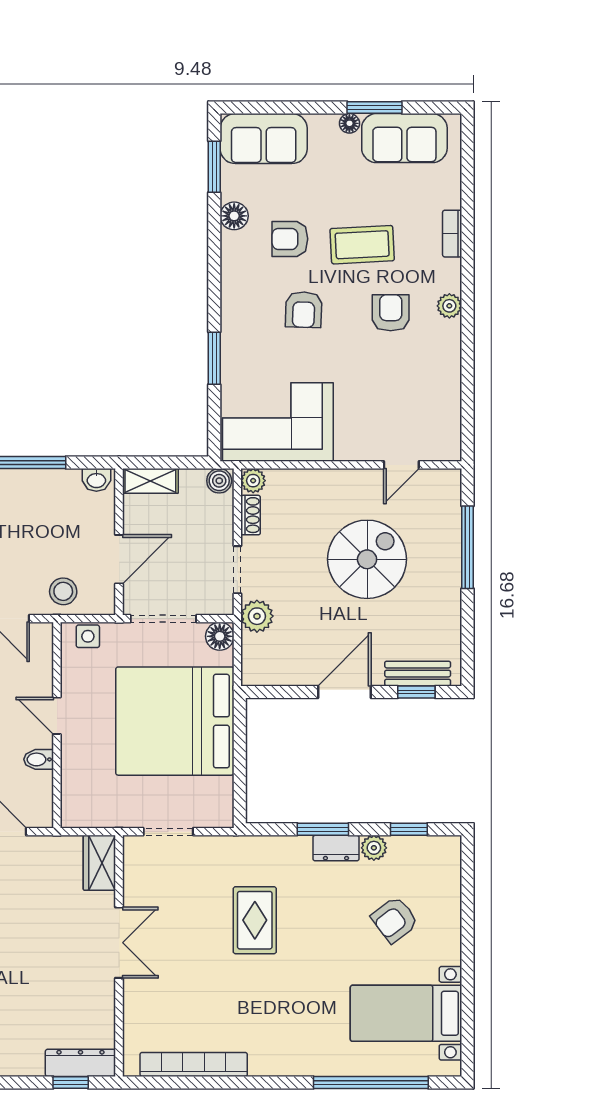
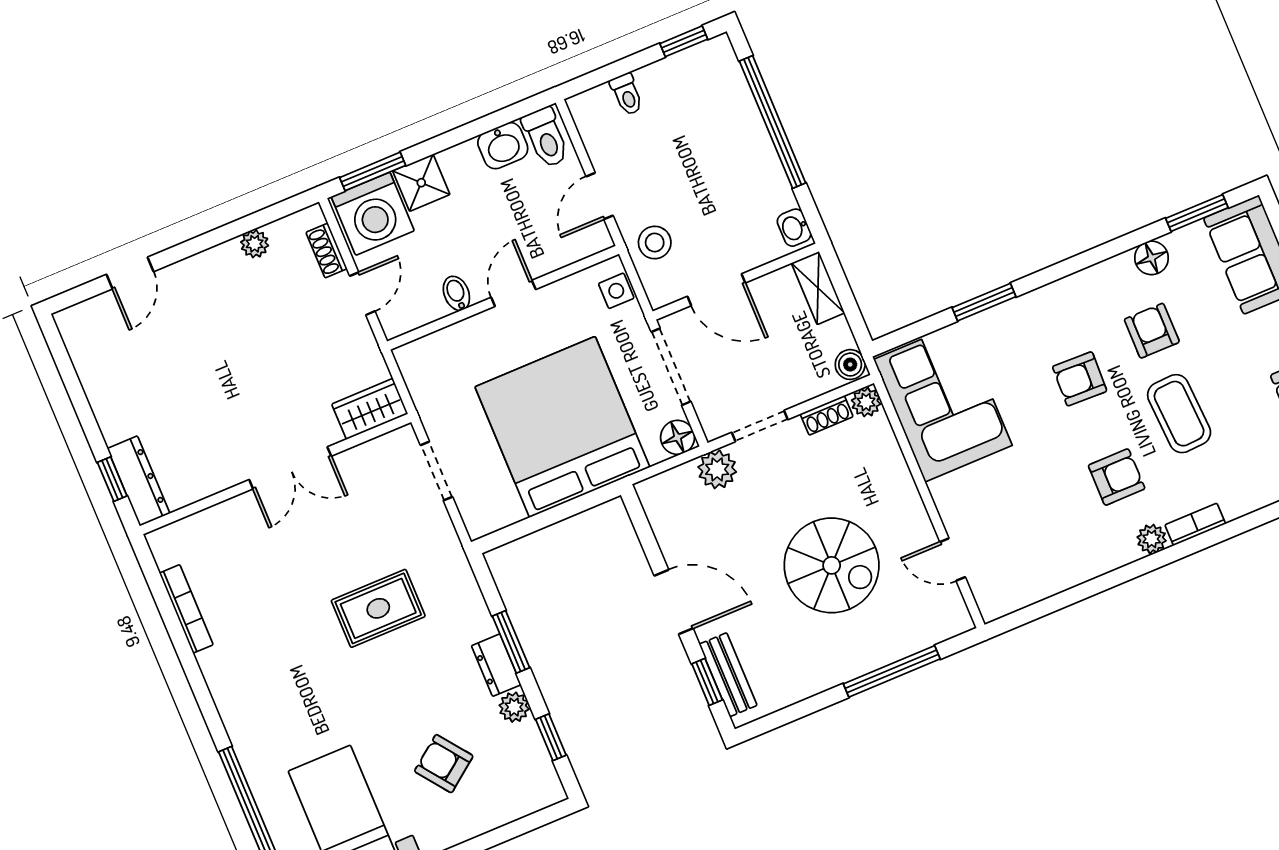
bookcase: (452, 234) -> (1195, 524), moved
bookcase: (194, 1064) -> (186, 609), width x0.68, depth x0.76

